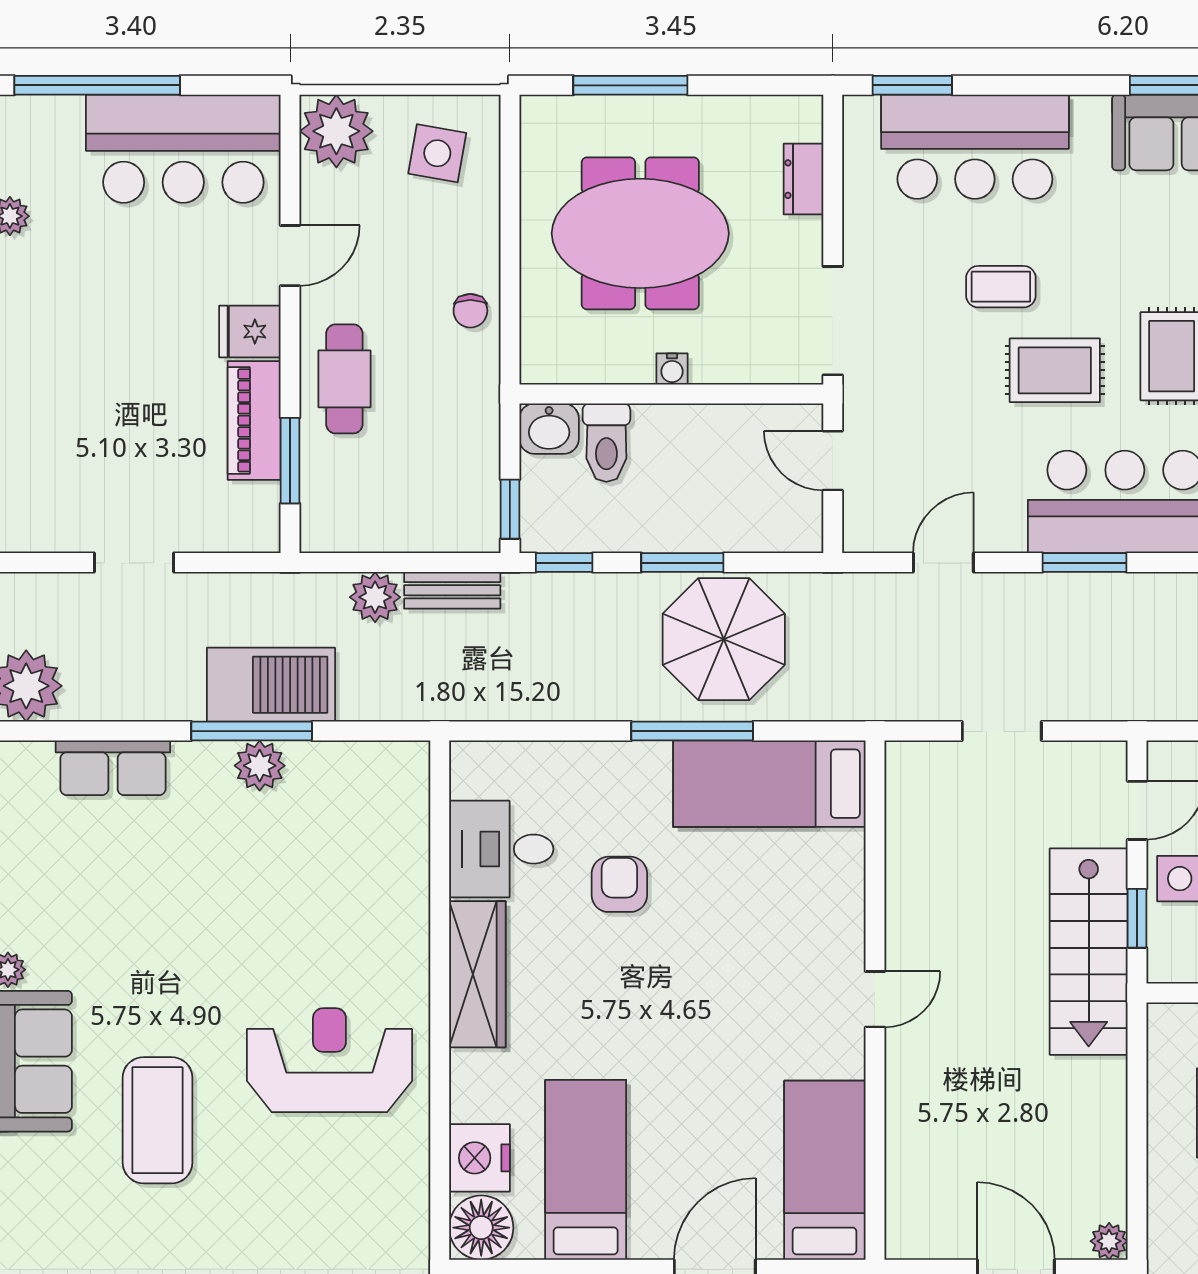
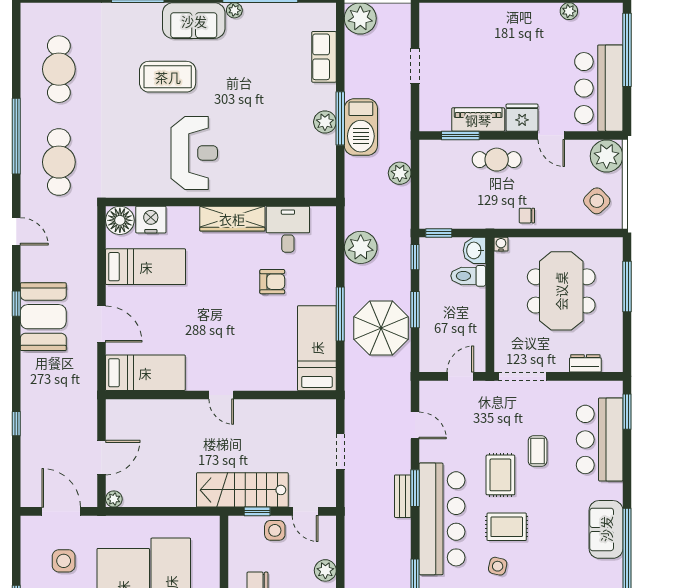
side table: (437, 153) -> (597, 201), turned 36
fridge: (250, 332) -> (522, 118), width x1.38
water cooler: (672, 369) -> (501, 244), moved, turned 90
bench: (452, 590) -> (403, 496), moved
plant: (542, 685) -> (361, 247), added

